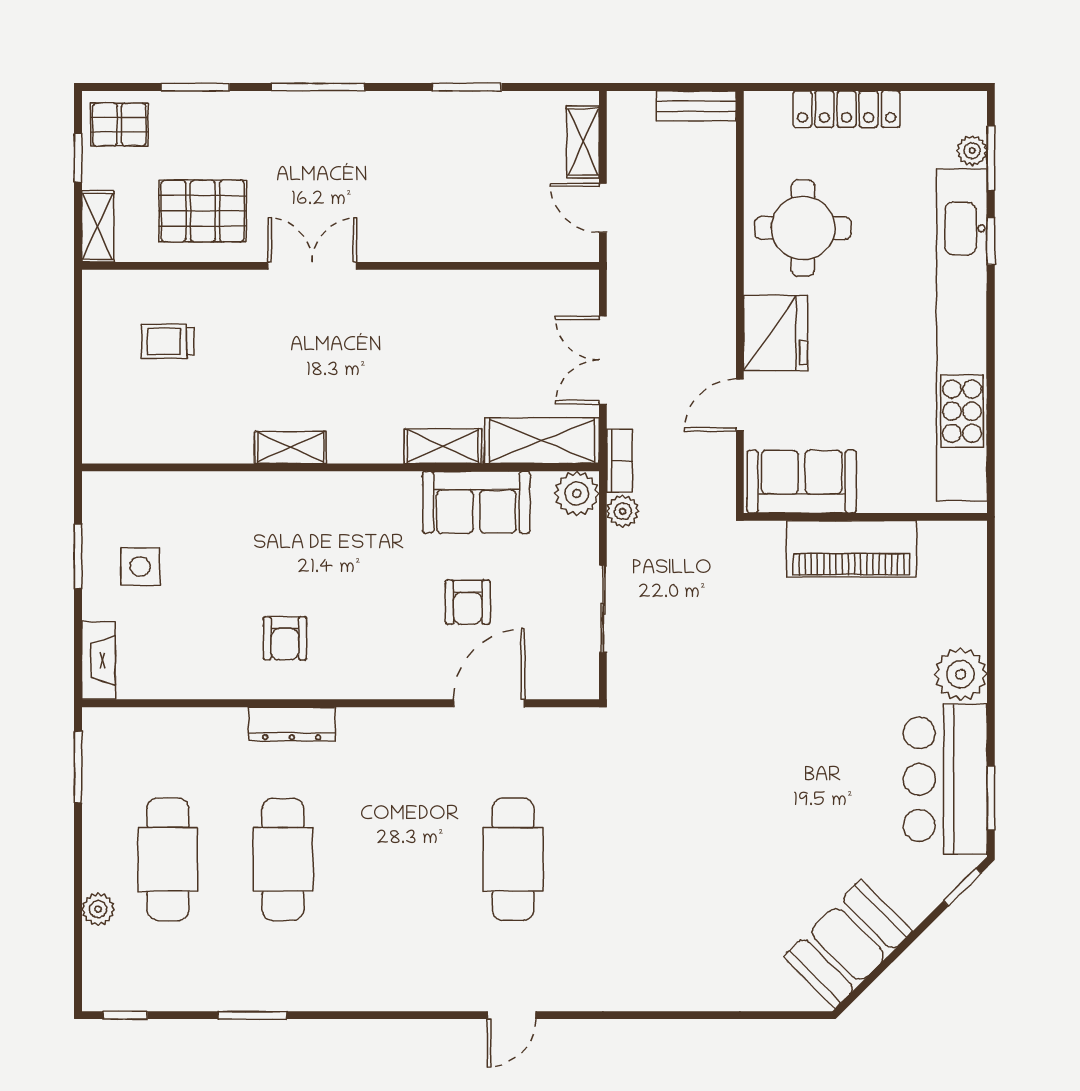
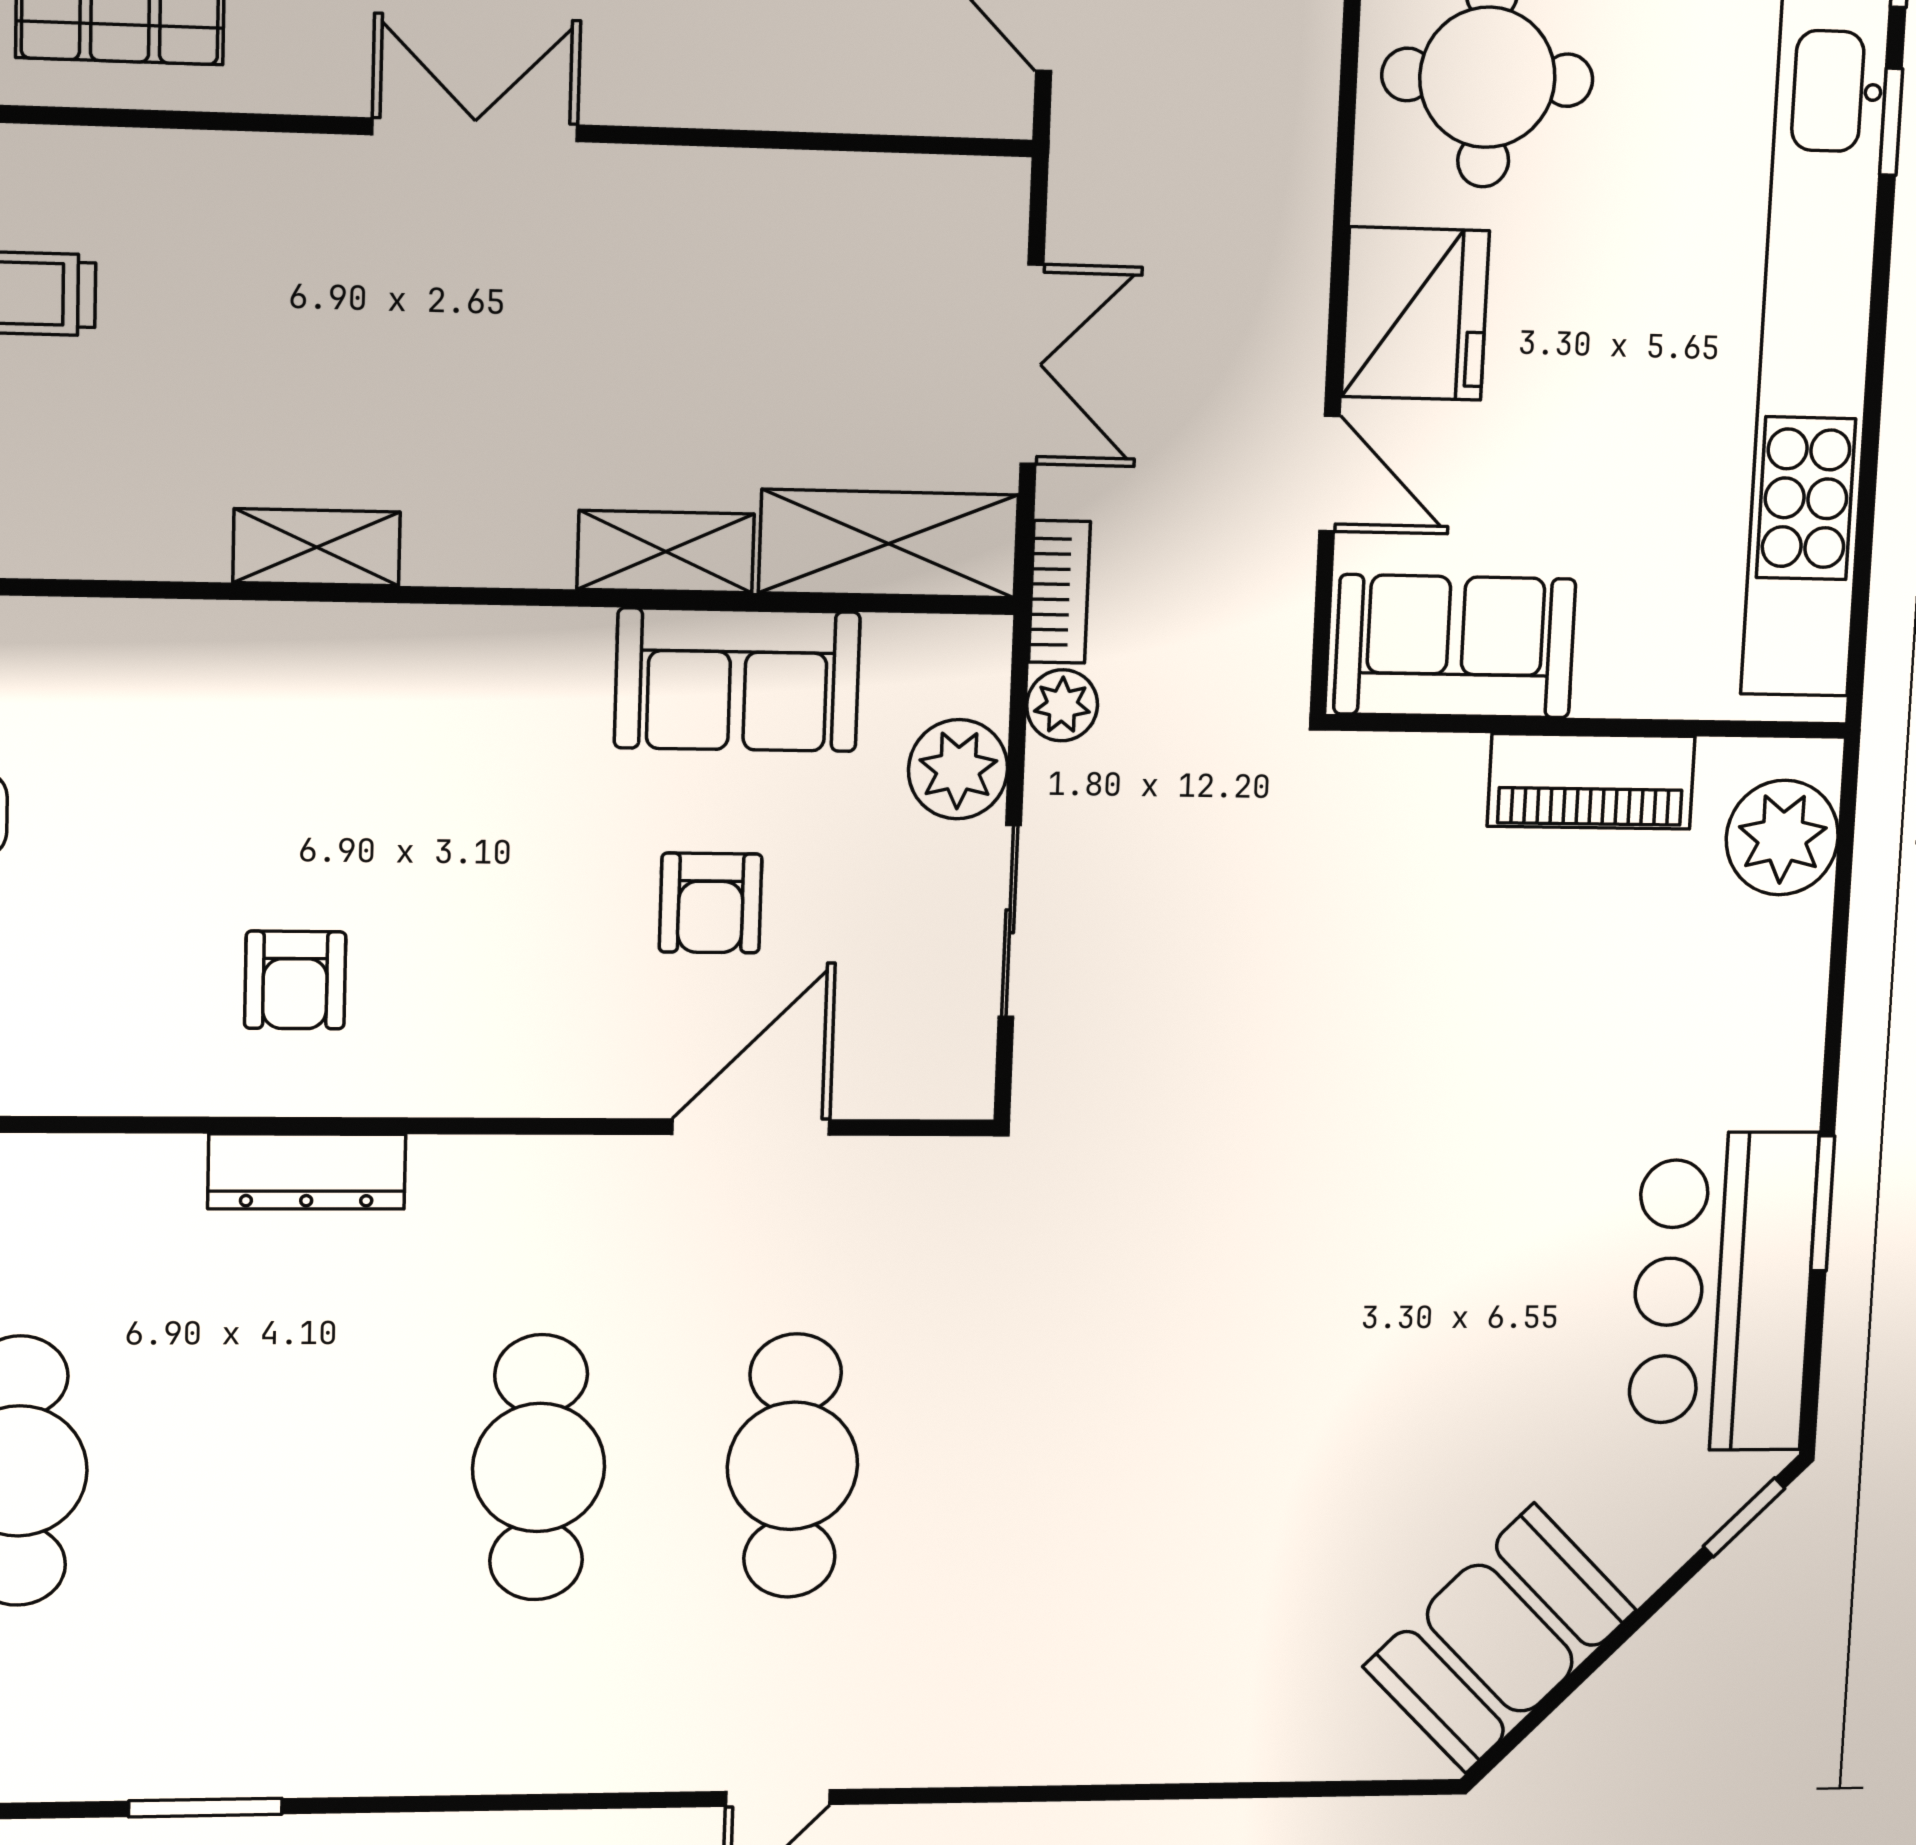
double door: (312, 266) -> (475, 130), moved
double door: (603, 360) -> (1032, 364), swing flipped
door: (740, 405) -> (1329, 473), swing flipped
plant: (577, 494) -> (958, 769), moved
piano: (851, 549) -> (1591, 781), width x0.73, depth x0.75
plant: (961, 674) -> (1782, 838), moved
window: (991, 798) -> (1823, 1203), moved
cafe table: (283, 859) -> (539, 1468), moved

